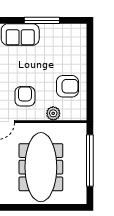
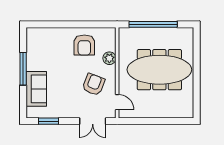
armchair: (67, 86) -> (84, 45), turned 180
armchair: (25, 96) -> (94, 84), turned 111

